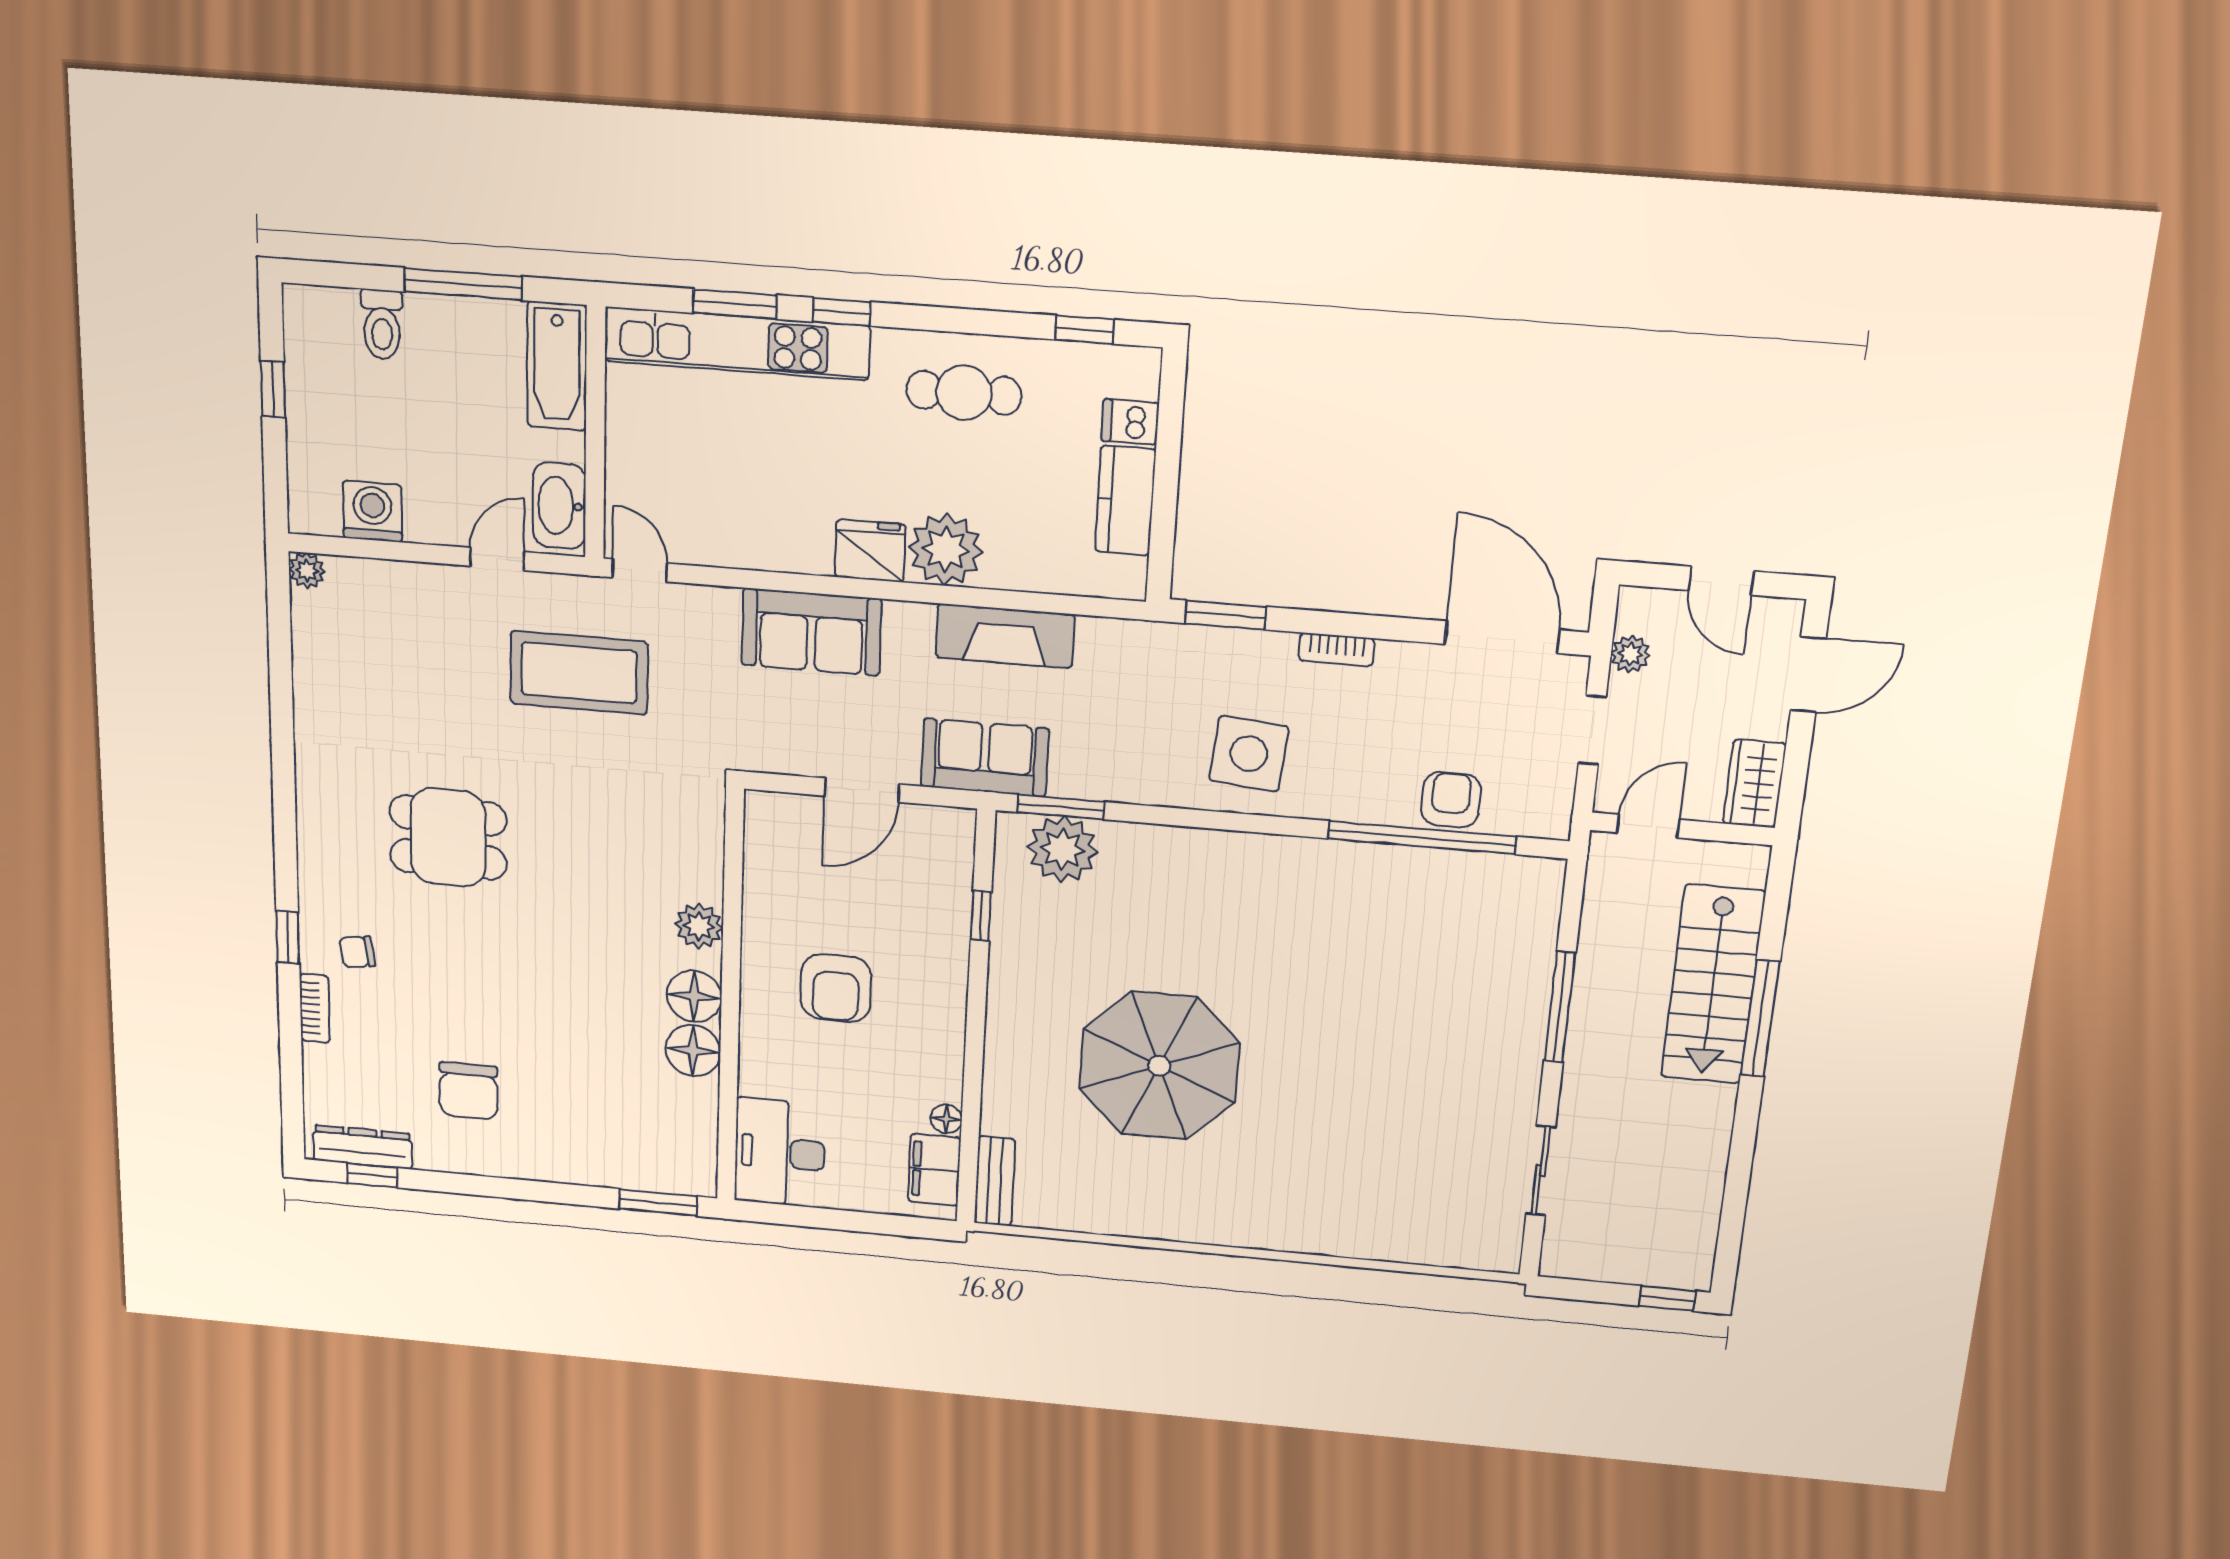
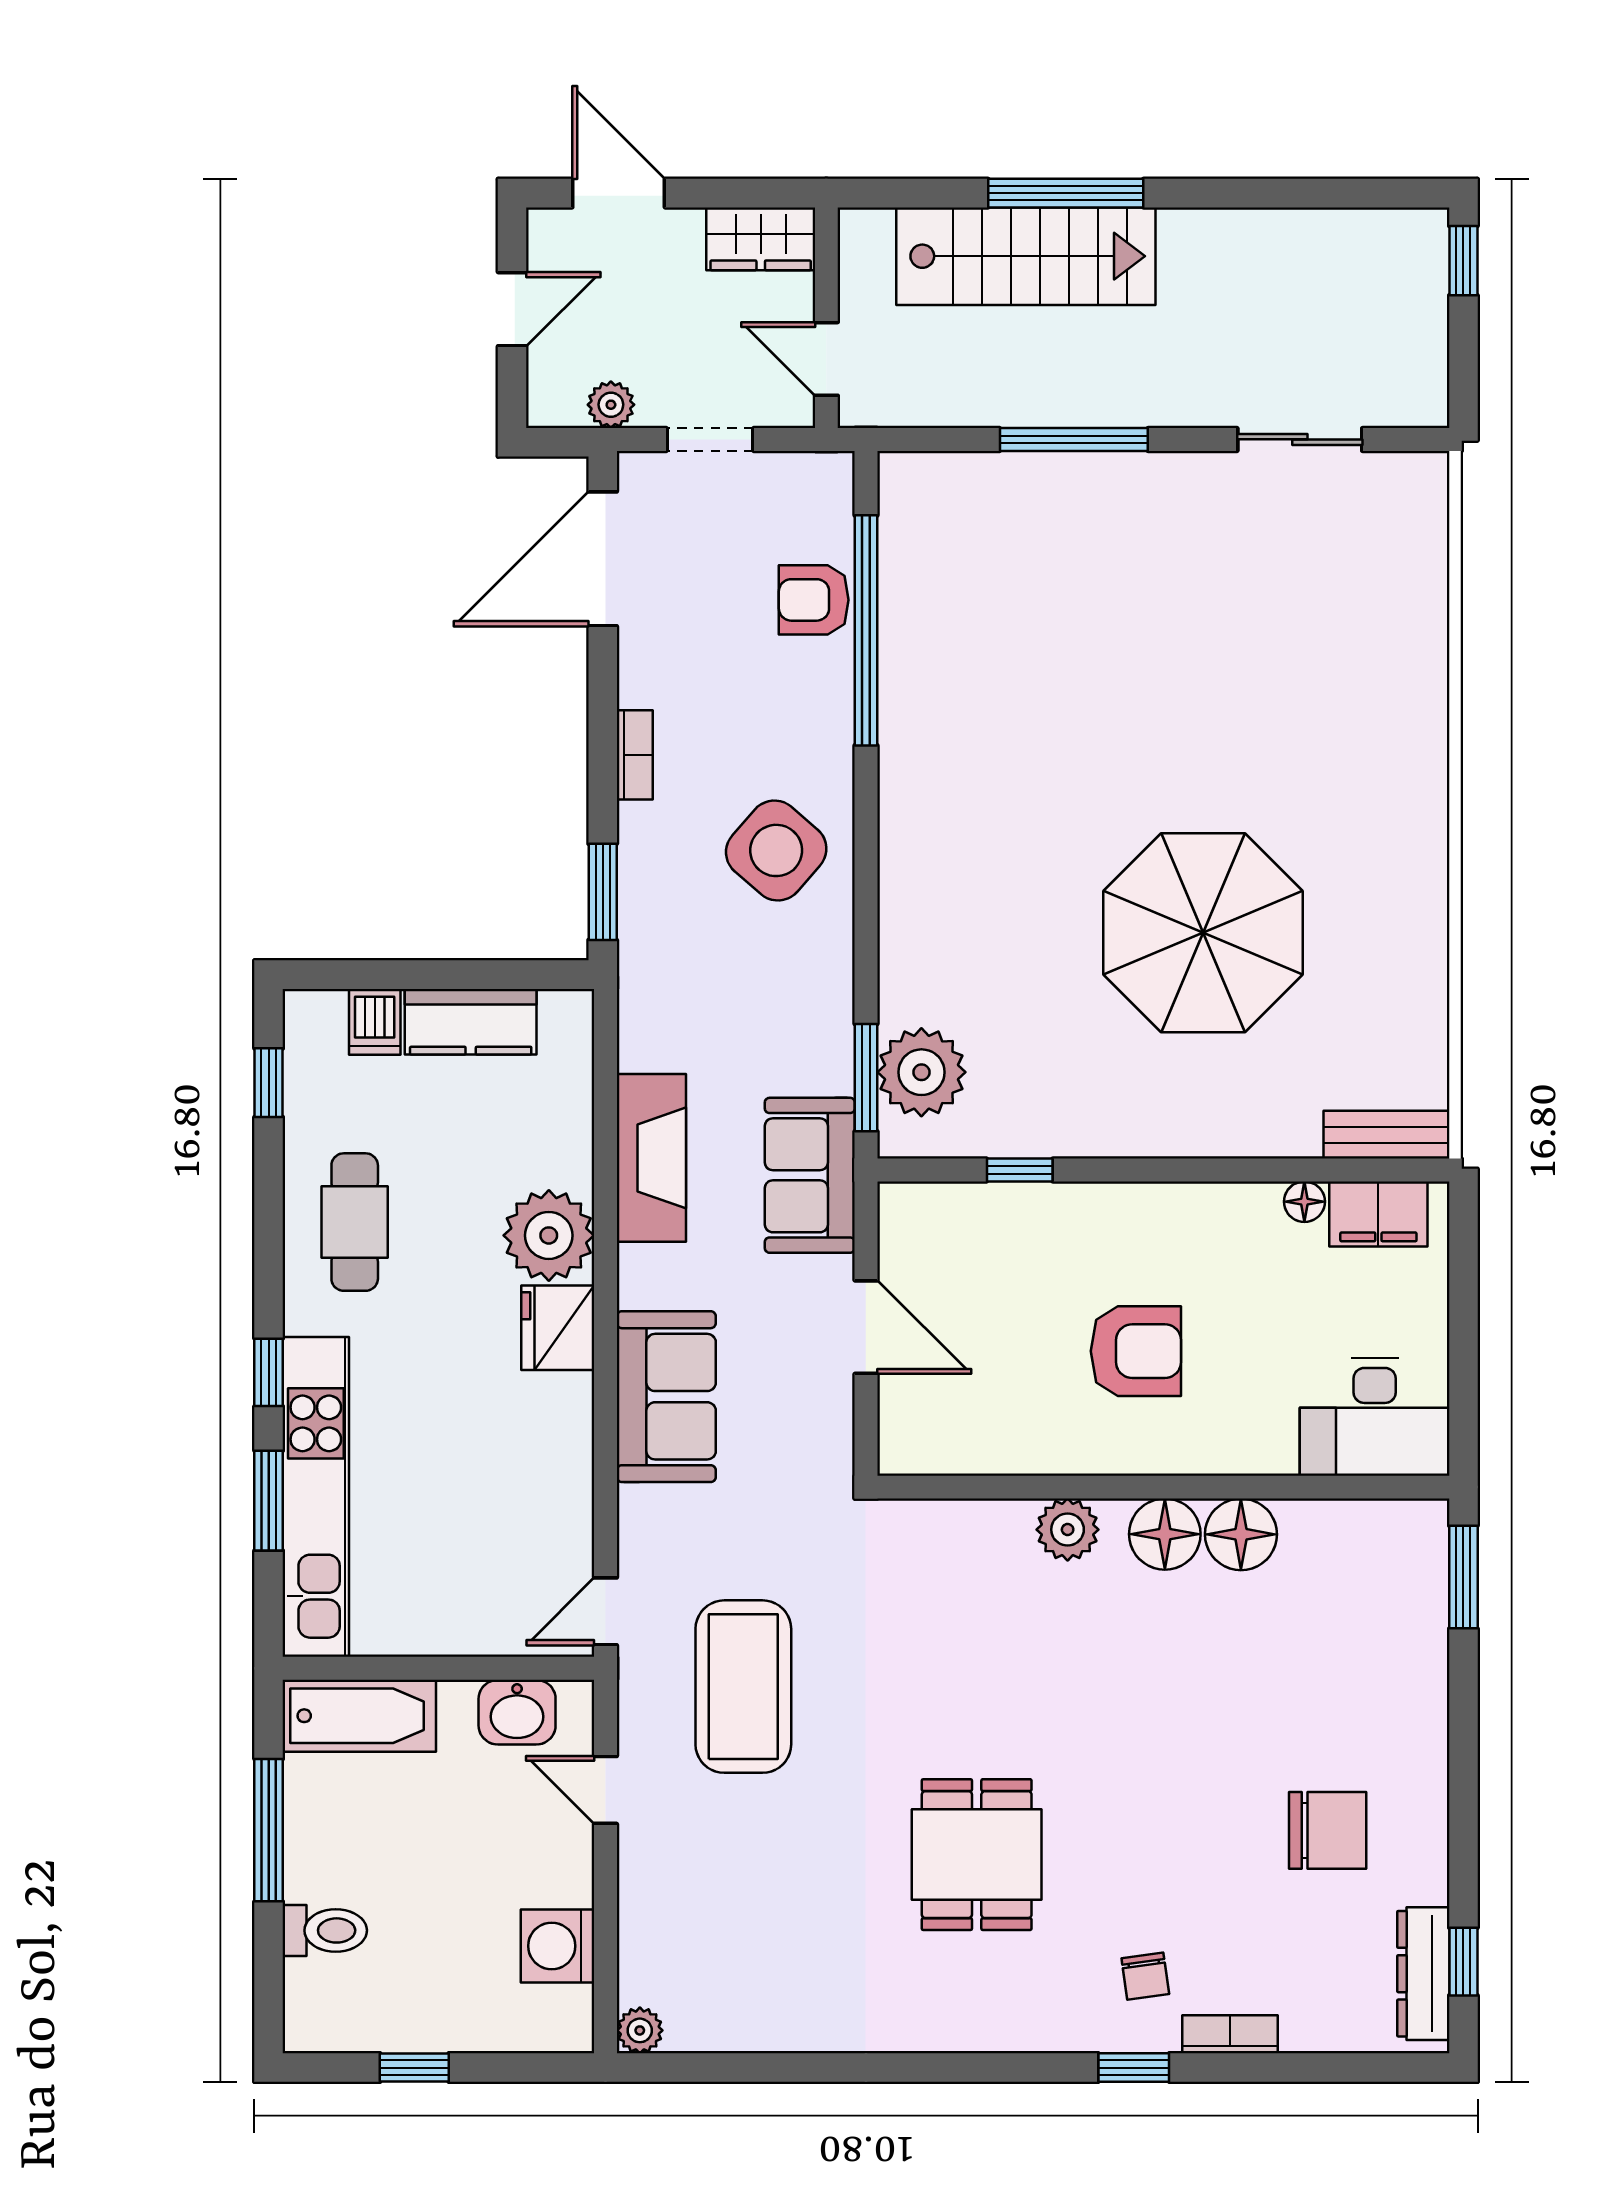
washbasin: (559, 506) -> (517, 1712), width x0.72
side table: (1249, 754) -> (776, 850), turned 36

